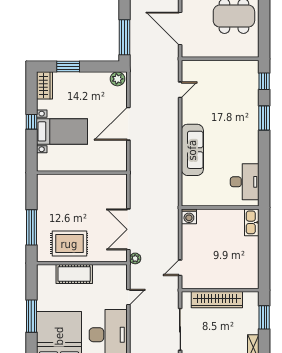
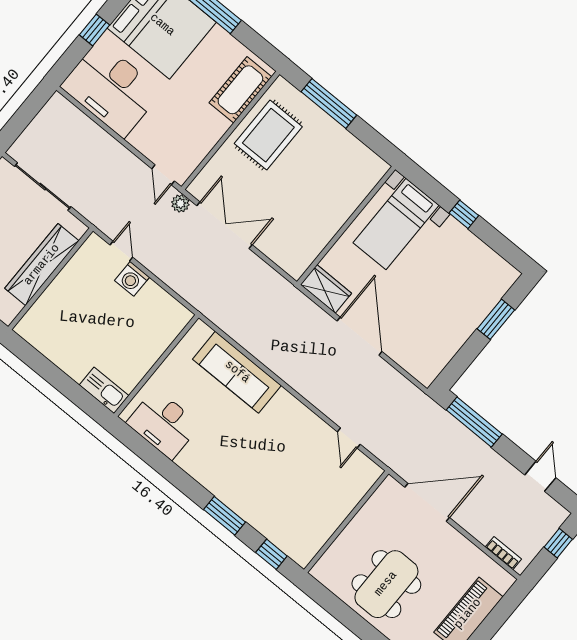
plant: (117, 79) -> (428, 369), removed
wardrobe: (45, 85) -> (326, 289), moved, turned 180
bed with nightstands: (62, 131) -> (396, 224), moved
sofa: (192, 150) -> (237, 372), moved
washing machine: (189, 216) -> (132, 279), moved, turned -90
cot: (74, 274) -> (240, 90), moved
door: (128, 297) -> (163, 175), moved

